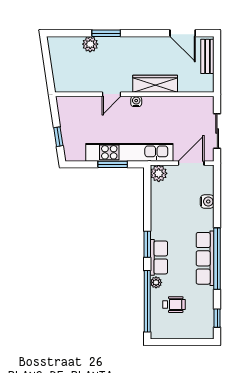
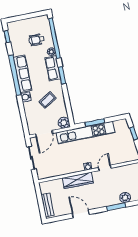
door: (183, 33) -> (81, 214), moved
water cooler: (207, 202) -> (26, 97), moved
coffee table: (176, 212) -> (48, 100), added

